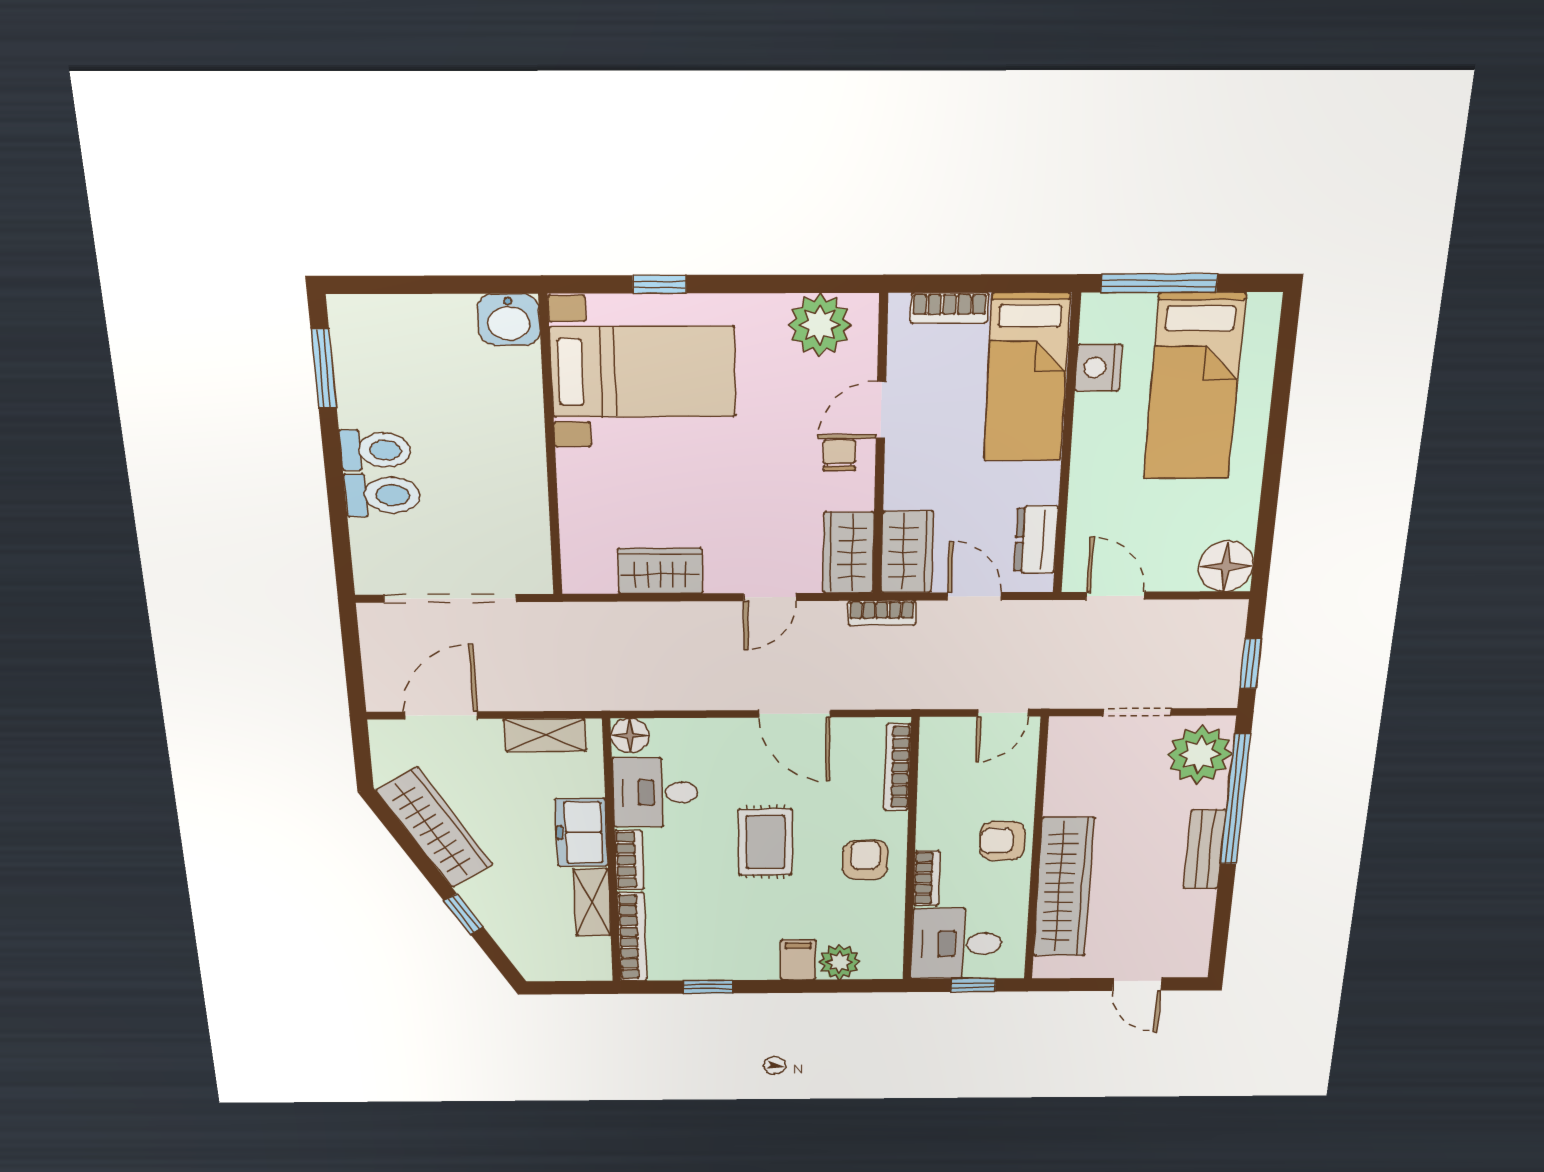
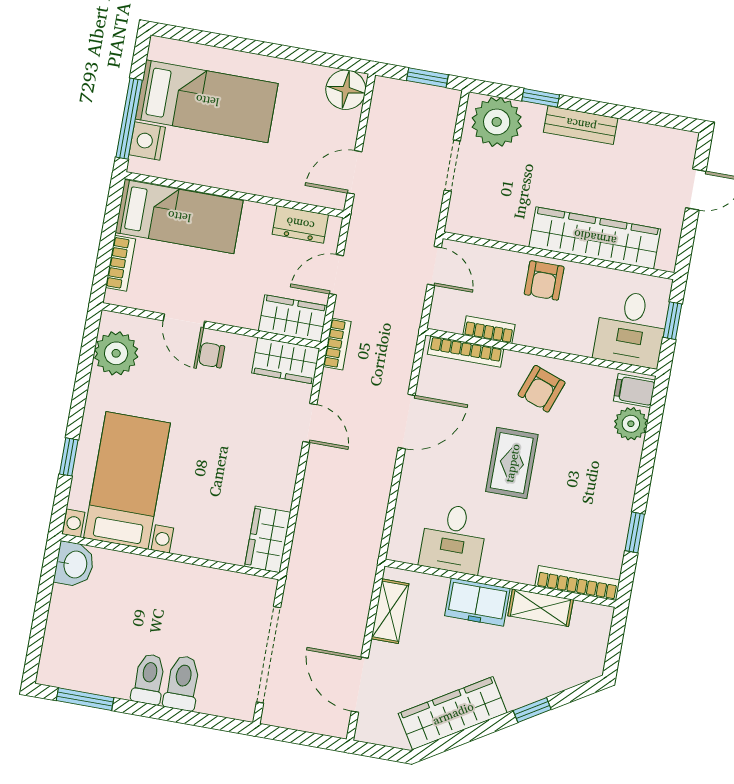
nightstand: (1098, 368) -> (147, 141), moved, turned 90
wardrobe: (660, 571) -> (268, 539), moved
floor lamp: (630, 736) -> (402, 548), removed
window: (1235, 799) -> (541, 98), width x0.32
rug: (765, 842) -> (512, 463), turned 90
bookcase: (629, 860) -> (508, 571), removed
armchair: (865, 860) -> (542, 389), turned -70
bookcase: (927, 878) -> (489, 330), moved
filing cabinet: (798, 960) -> (634, 391), moved

